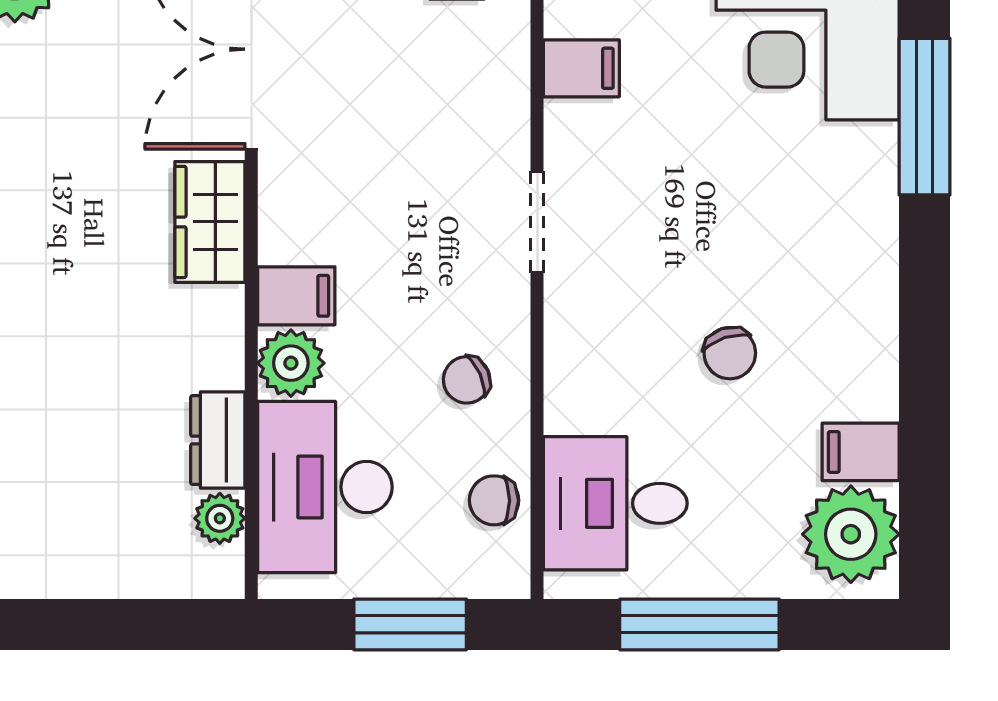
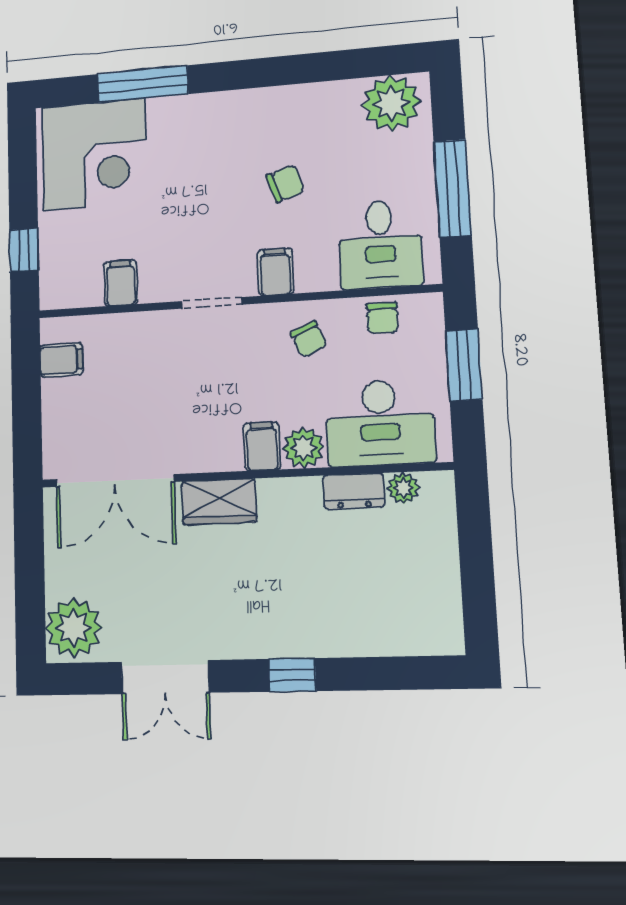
filing cabinet: (861, 452) -> (275, 272), moved, turned 180

